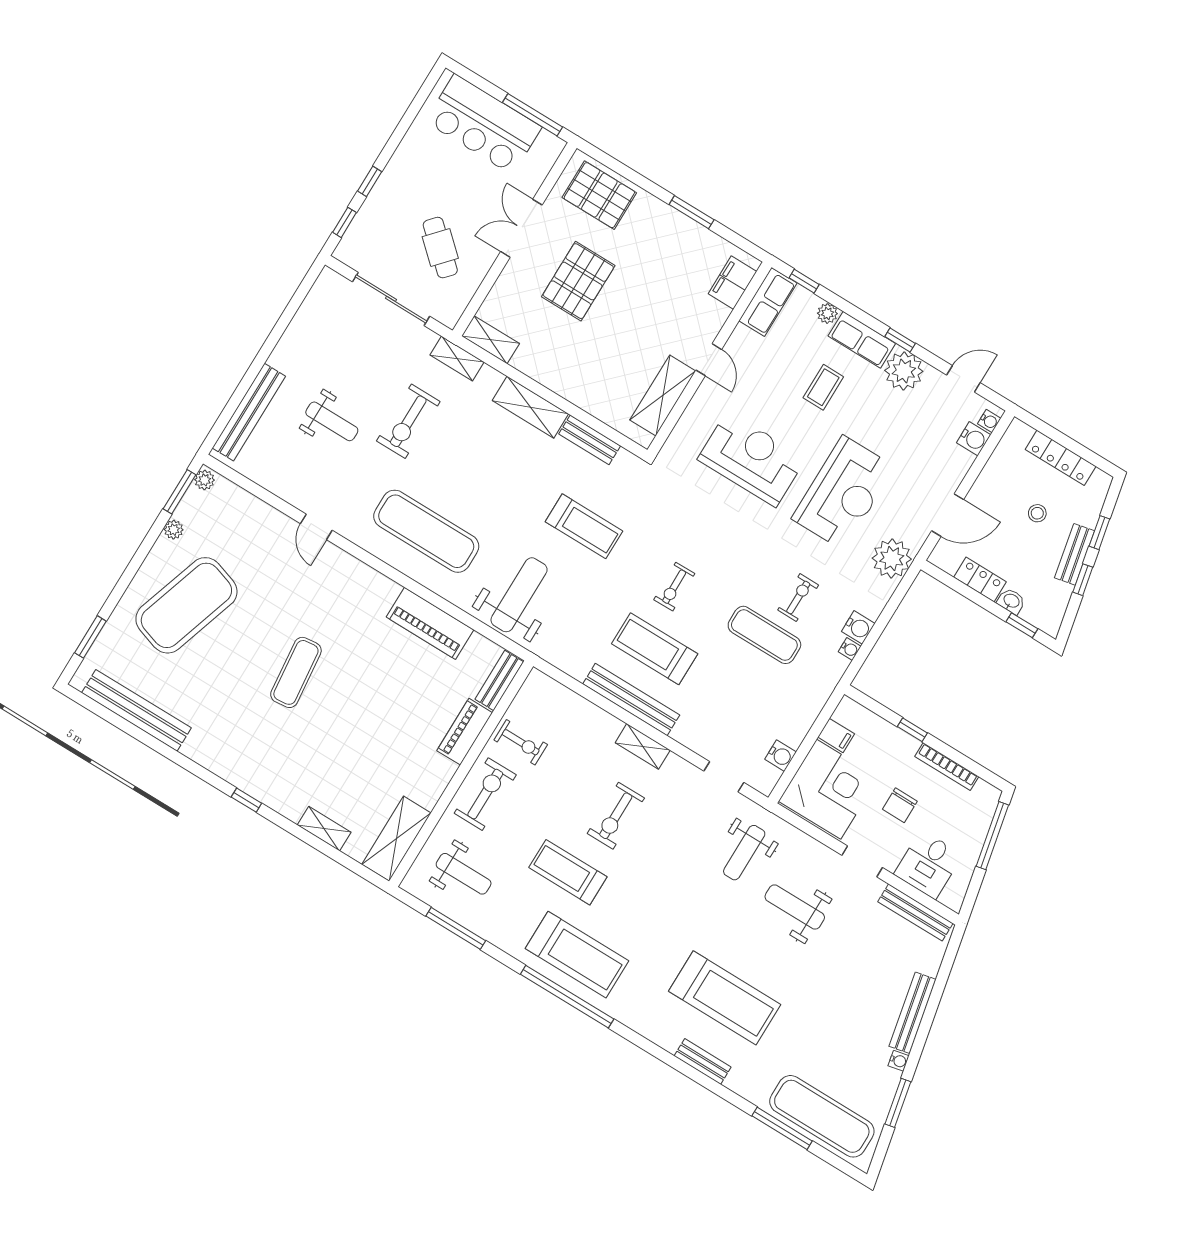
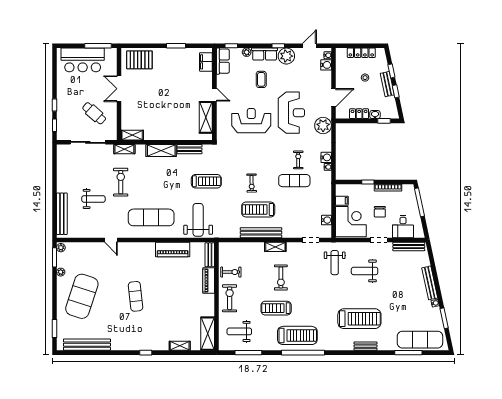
pallet: (578, 281) -> (151, 95), removed
exercise bike: (408, 421) -> (121, 182), turned 180
weight bench: (464, 874) -> (239, 331), turned 180

